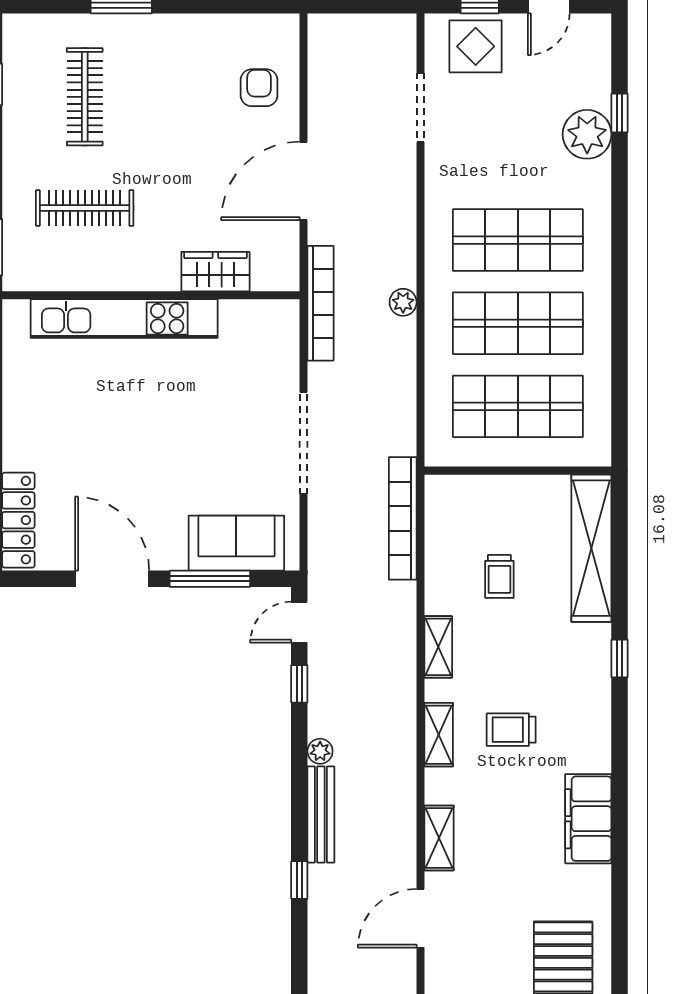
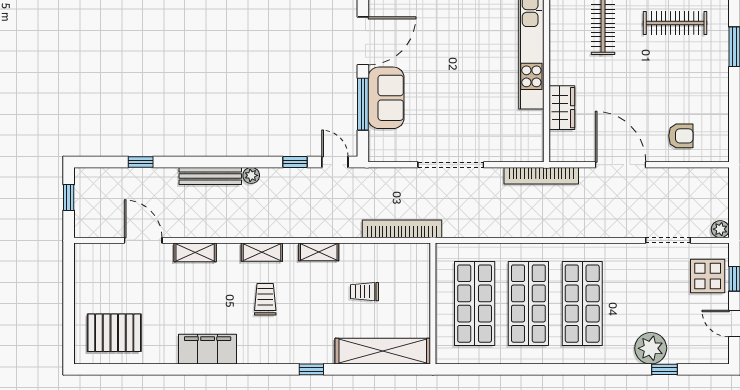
plant: (403, 302) -> (720, 229), moved
sofa: (236, 543) -> (386, 98), moved
window: (299, 880) -> (141, 162), moved

